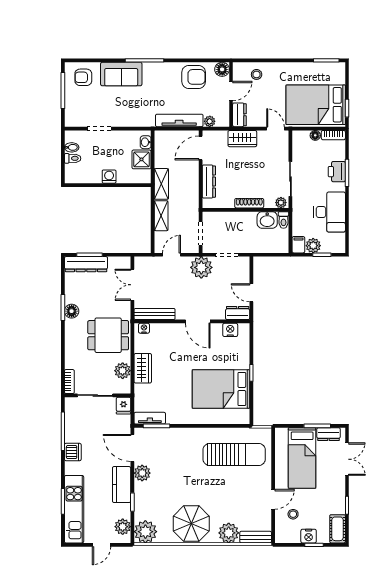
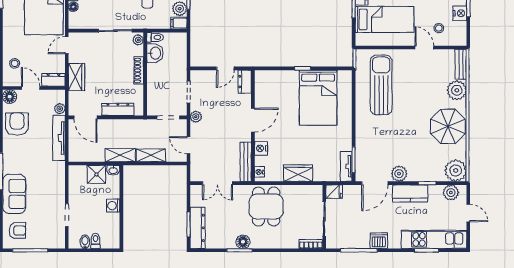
armchair: (83, 77) -> (17, 230), turned -90
washbasin: (146, 142) -> (113, 170), moved
plant: (201, 267) -> (196, 117), width x0.53, depth x0.53
nightstand: (230, 330) -> (261, 148), moved
plant: (123, 371) -> (300, 193), removed

